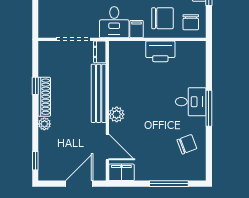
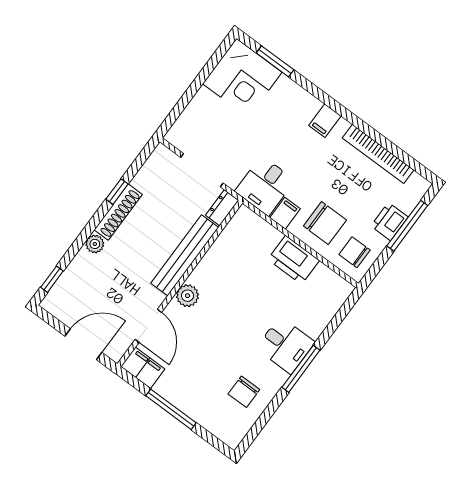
chair: (191, 22) -> (355, 252), turned 90
chair: (187, 144) -> (244, 392), turned 111
window: (169, 184) -> (171, 409), moved

